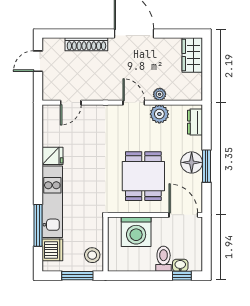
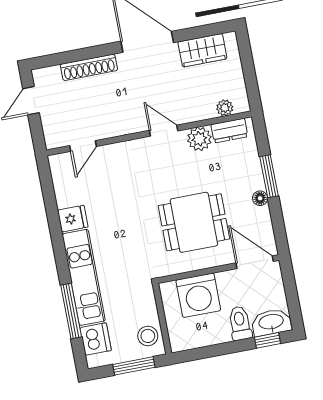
wardrobe: (192, 55) -> (202, 50), moved, turned -90
plant: (160, 94) -> (225, 108), moved
dresser: (195, 122) -> (229, 131), moved, turned -90
floor lamp: (192, 162) -> (260, 198), width x0.53, depth x0.53
window: (206, 166) -> (269, 176), moved
dining table: (143, 176) -> (194, 222), turned 90
washbasin: (180, 265) -> (271, 322), width x1.91, depth x1.45

